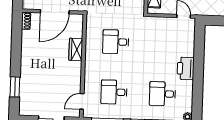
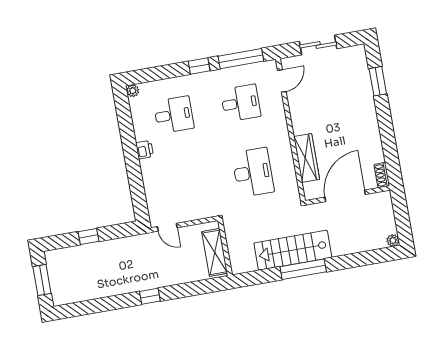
desk: (116, 42) -> (253, 172), width x1.37
wardrobe: (76, 49) -> (307, 158), width x1.50
printer: (186, 68) -> (145, 150), width x0.53, depth x0.68

